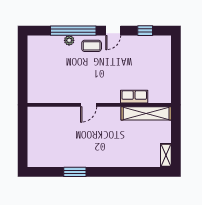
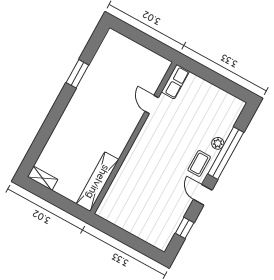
row of seats: (134, 97) -> (175, 82), moved
door: (89, 105) -> (152, 104), moved

